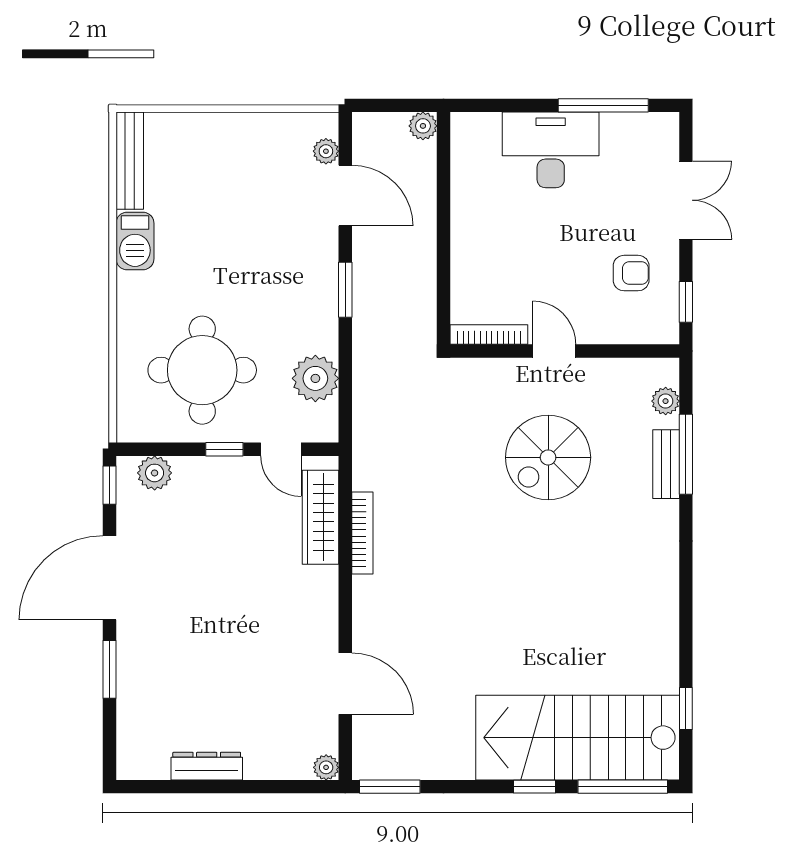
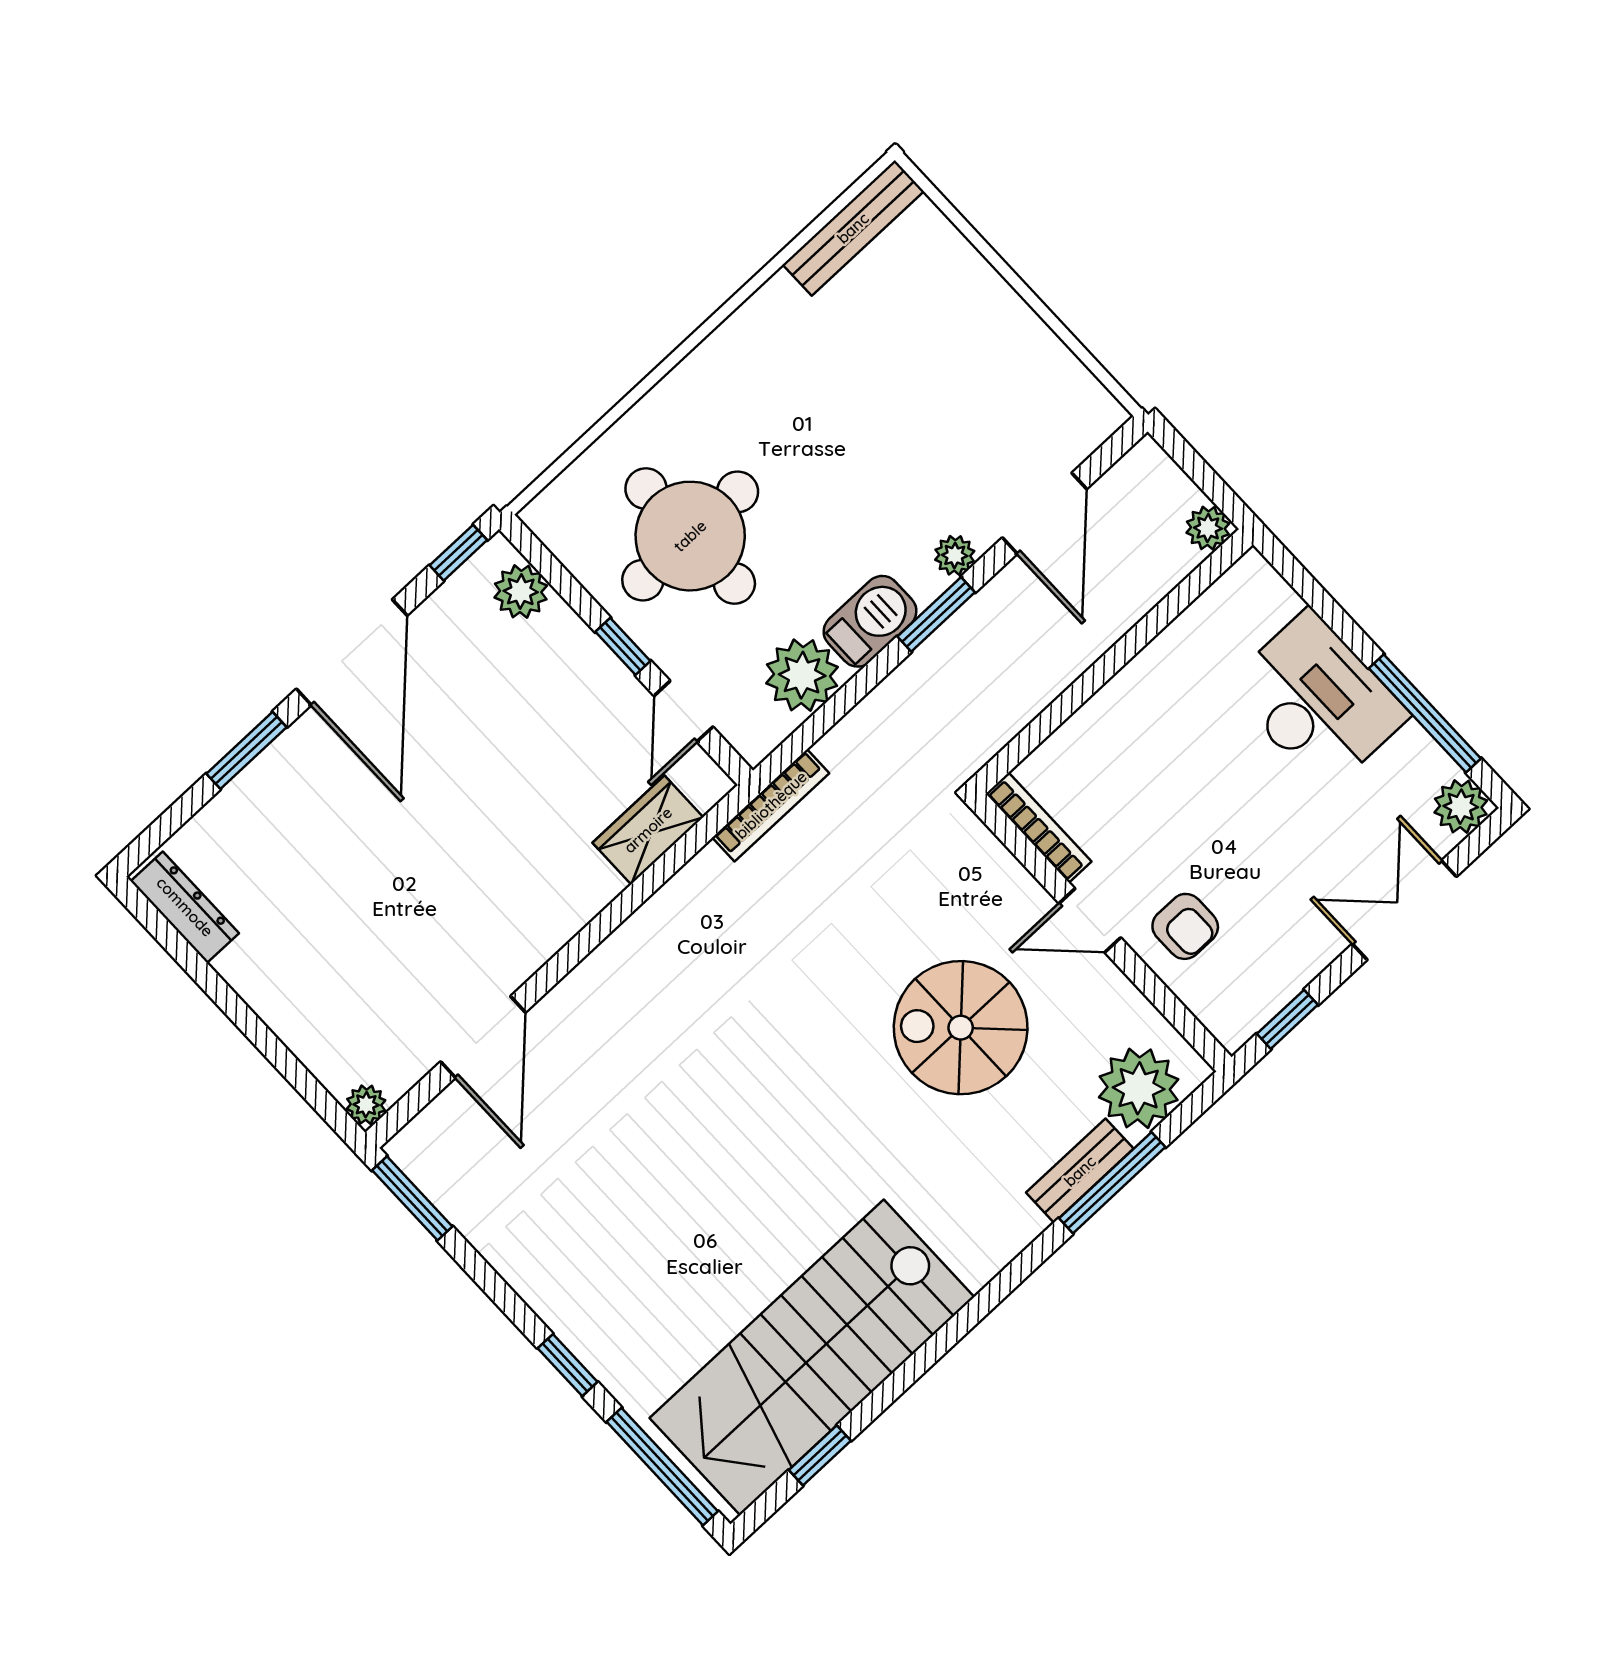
plant: (662, 129) -> (1461, 807), added
plant: (326, 151) -> (955, 555), moved
double door: (686, 200) -> (1404, 910), swing flipped
barbecue: (135, 241) -> (870, 621), moved, turned 180
armchair: (631, 273) -> (1185, 926), moved
door: (554, 351) -> (1090, 921), swing flipped
plant: (666, 401) -> (1139, 1088), width x1.88, depth x1.88
wardrobe: (321, 517) -> (648, 830), width x0.67
bookcase: (362, 533) -> (771, 805), moved
door: (109, 578) -> (352, 652), swing flipped
stairs: (578, 738) -> (812, 1357), moved, turned -90
dresser: (207, 766) -> (185, 907), moved

